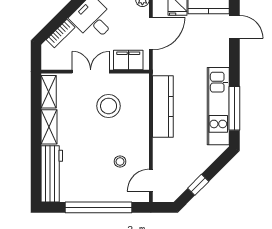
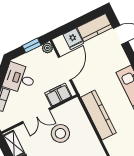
double door: (91, 72) -> (36, 116), swing flipped

